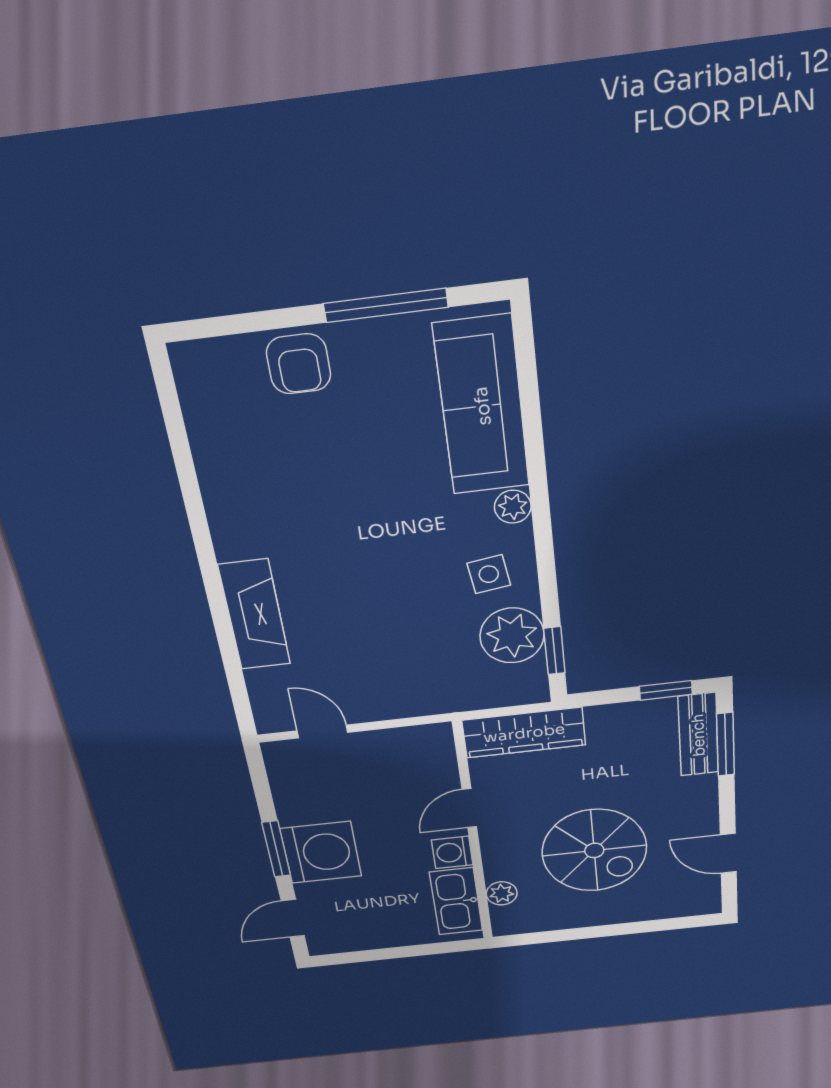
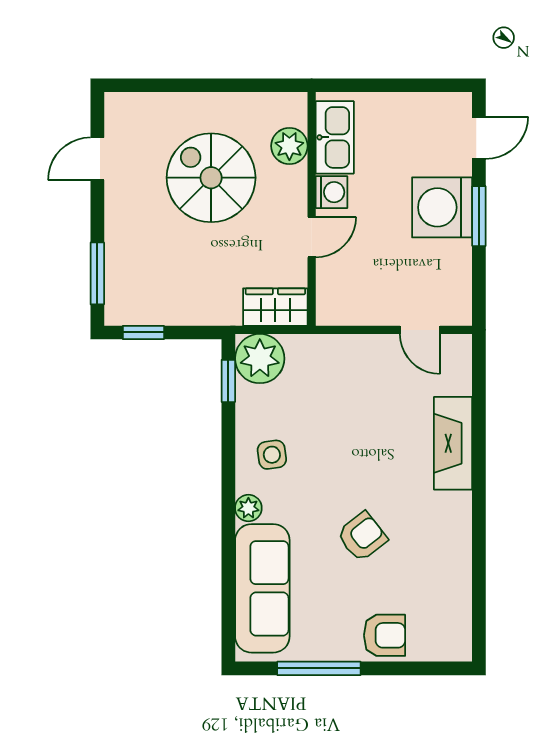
armchair: (299, 364) -> (385, 635), turned 90
armchair: (353, 490) -> (362, 536), added
plant: (512, 636) -> (260, 359), moved
wardrobe: (524, 733) -> (275, 307), width x0.67
bench: (698, 735) -> (119, 286), removed
door: (728, 853) -> (97, 159), swing flipped
plant: (502, 893) -> (289, 146), width x1.38, depth x1.38

